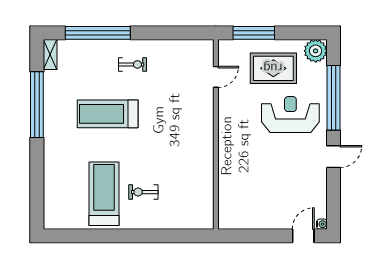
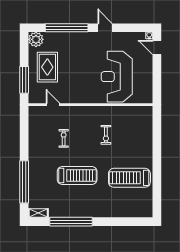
exercise bike: (132, 64) -> (64, 138), moved
treadmill: (108, 114) -> (77, 175), turned -90
reception desk: (290, 115) -> (117, 77), moved, width x1.36, depth x1.30
exercise bike: (143, 192) -> (106, 135), moved

